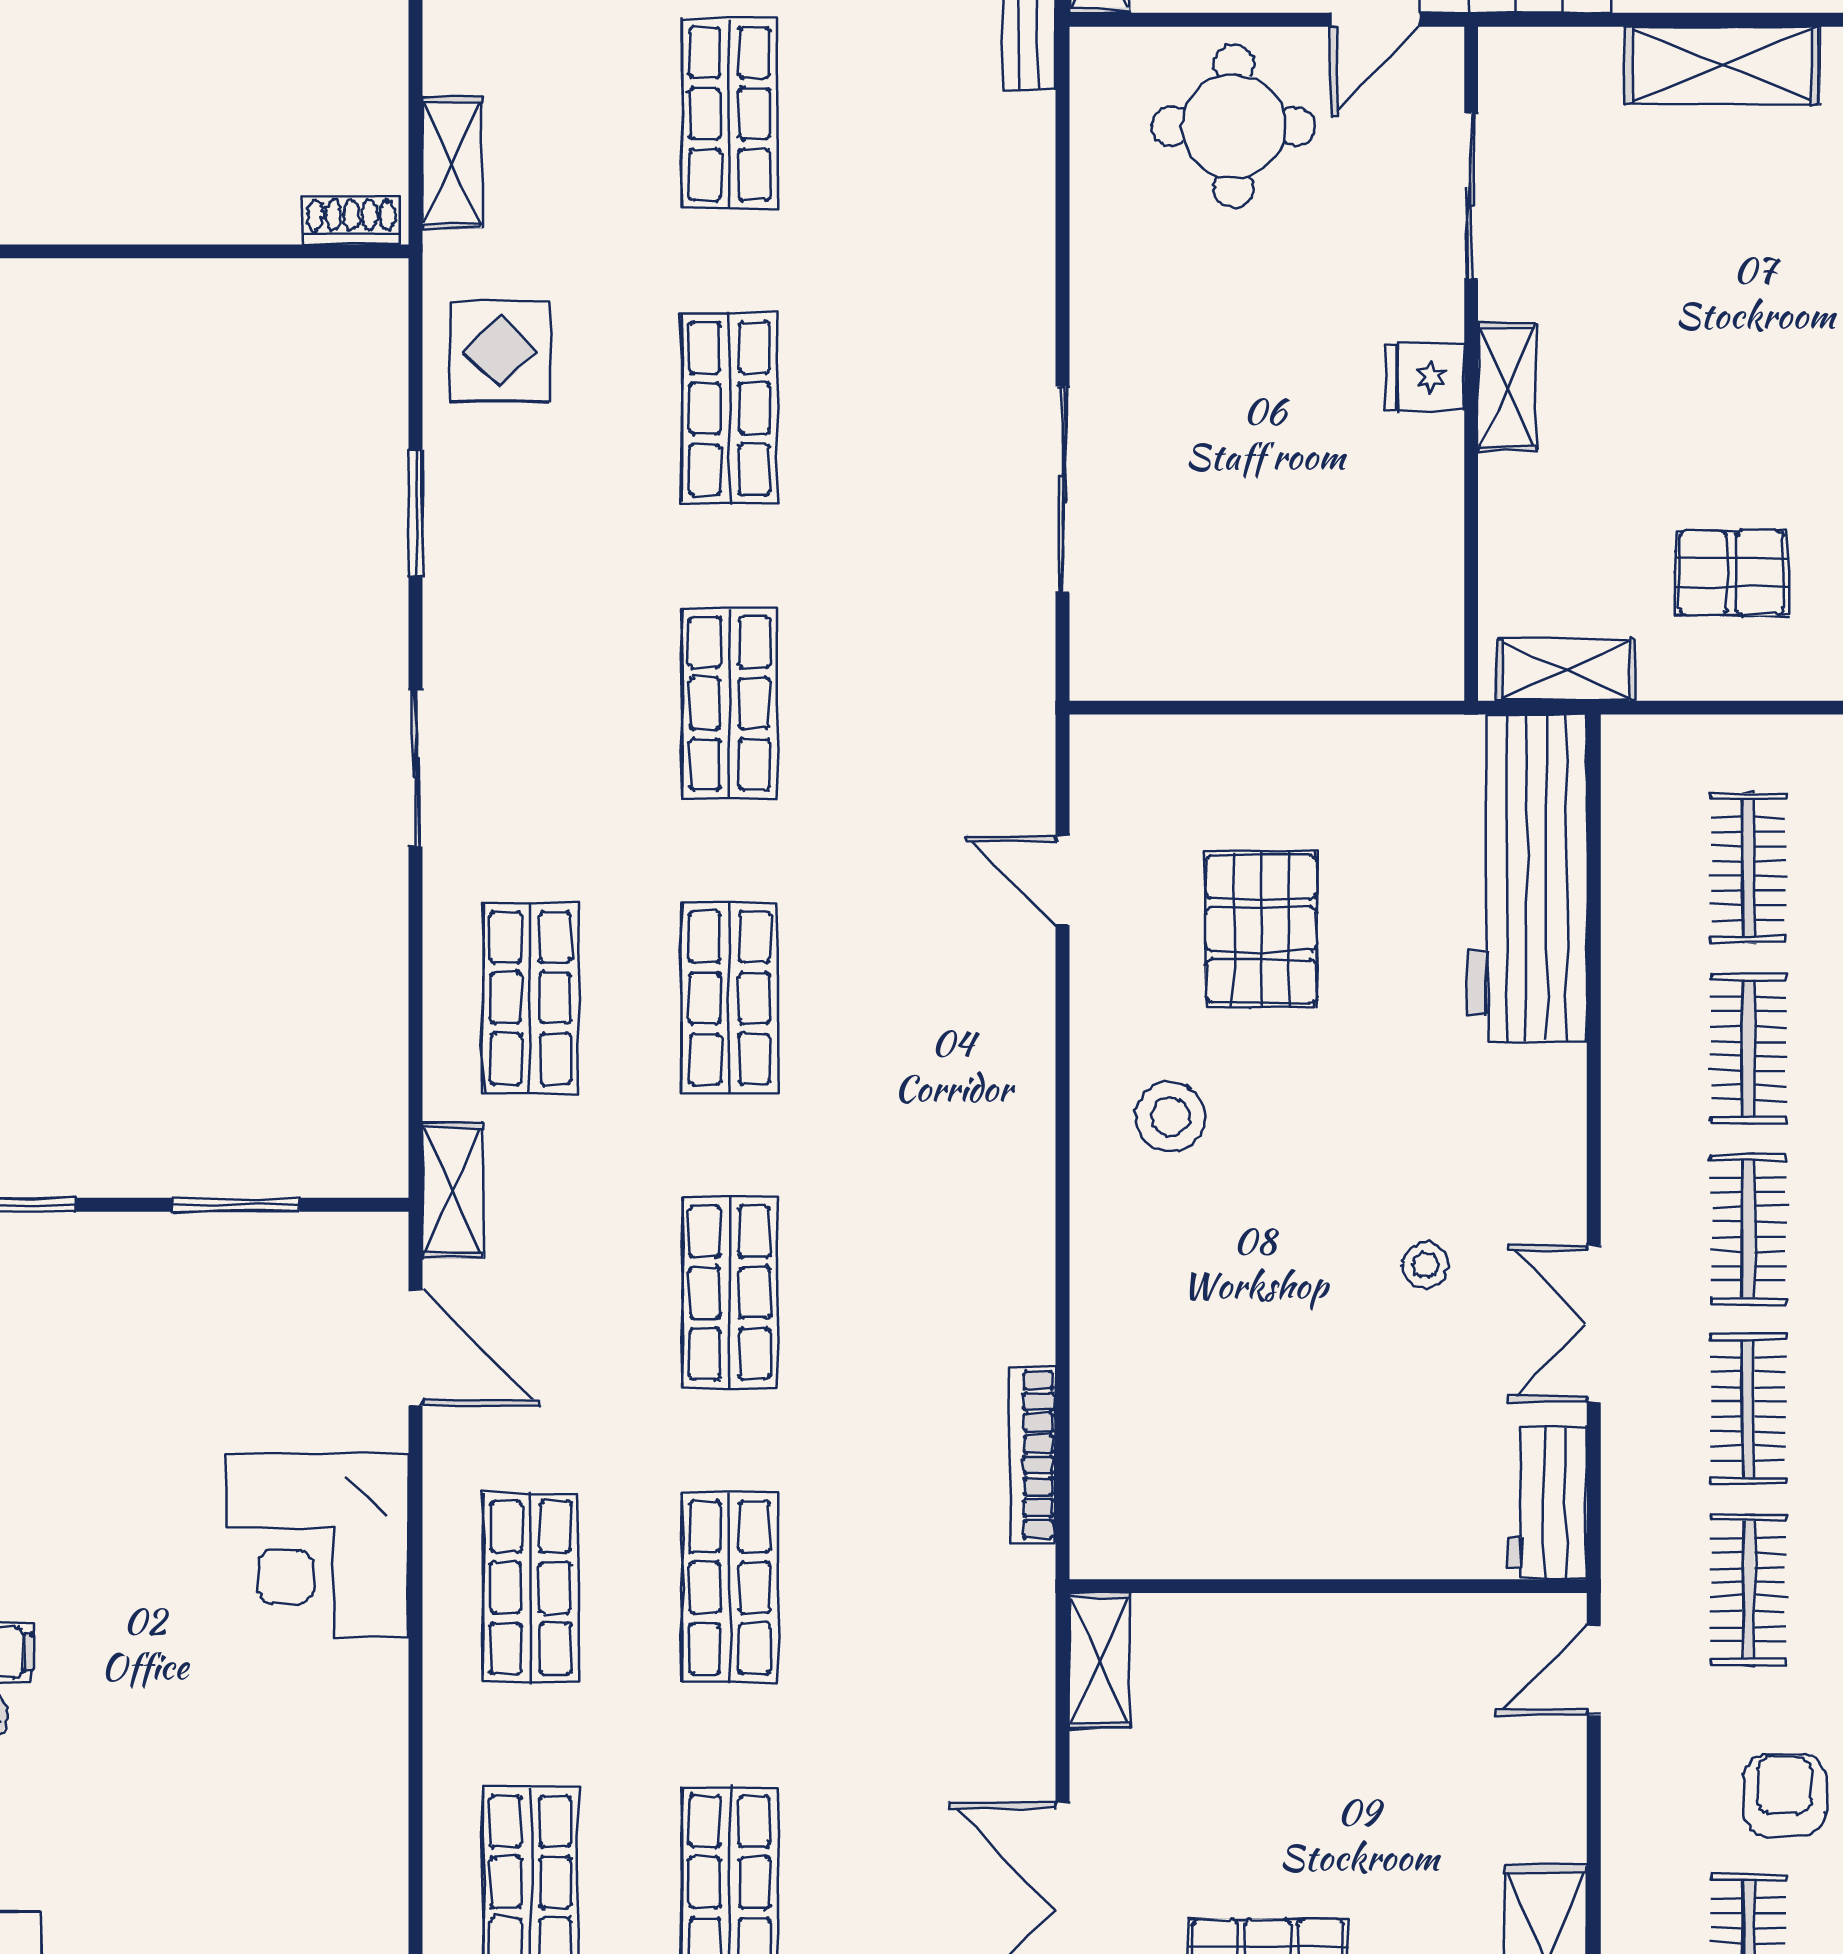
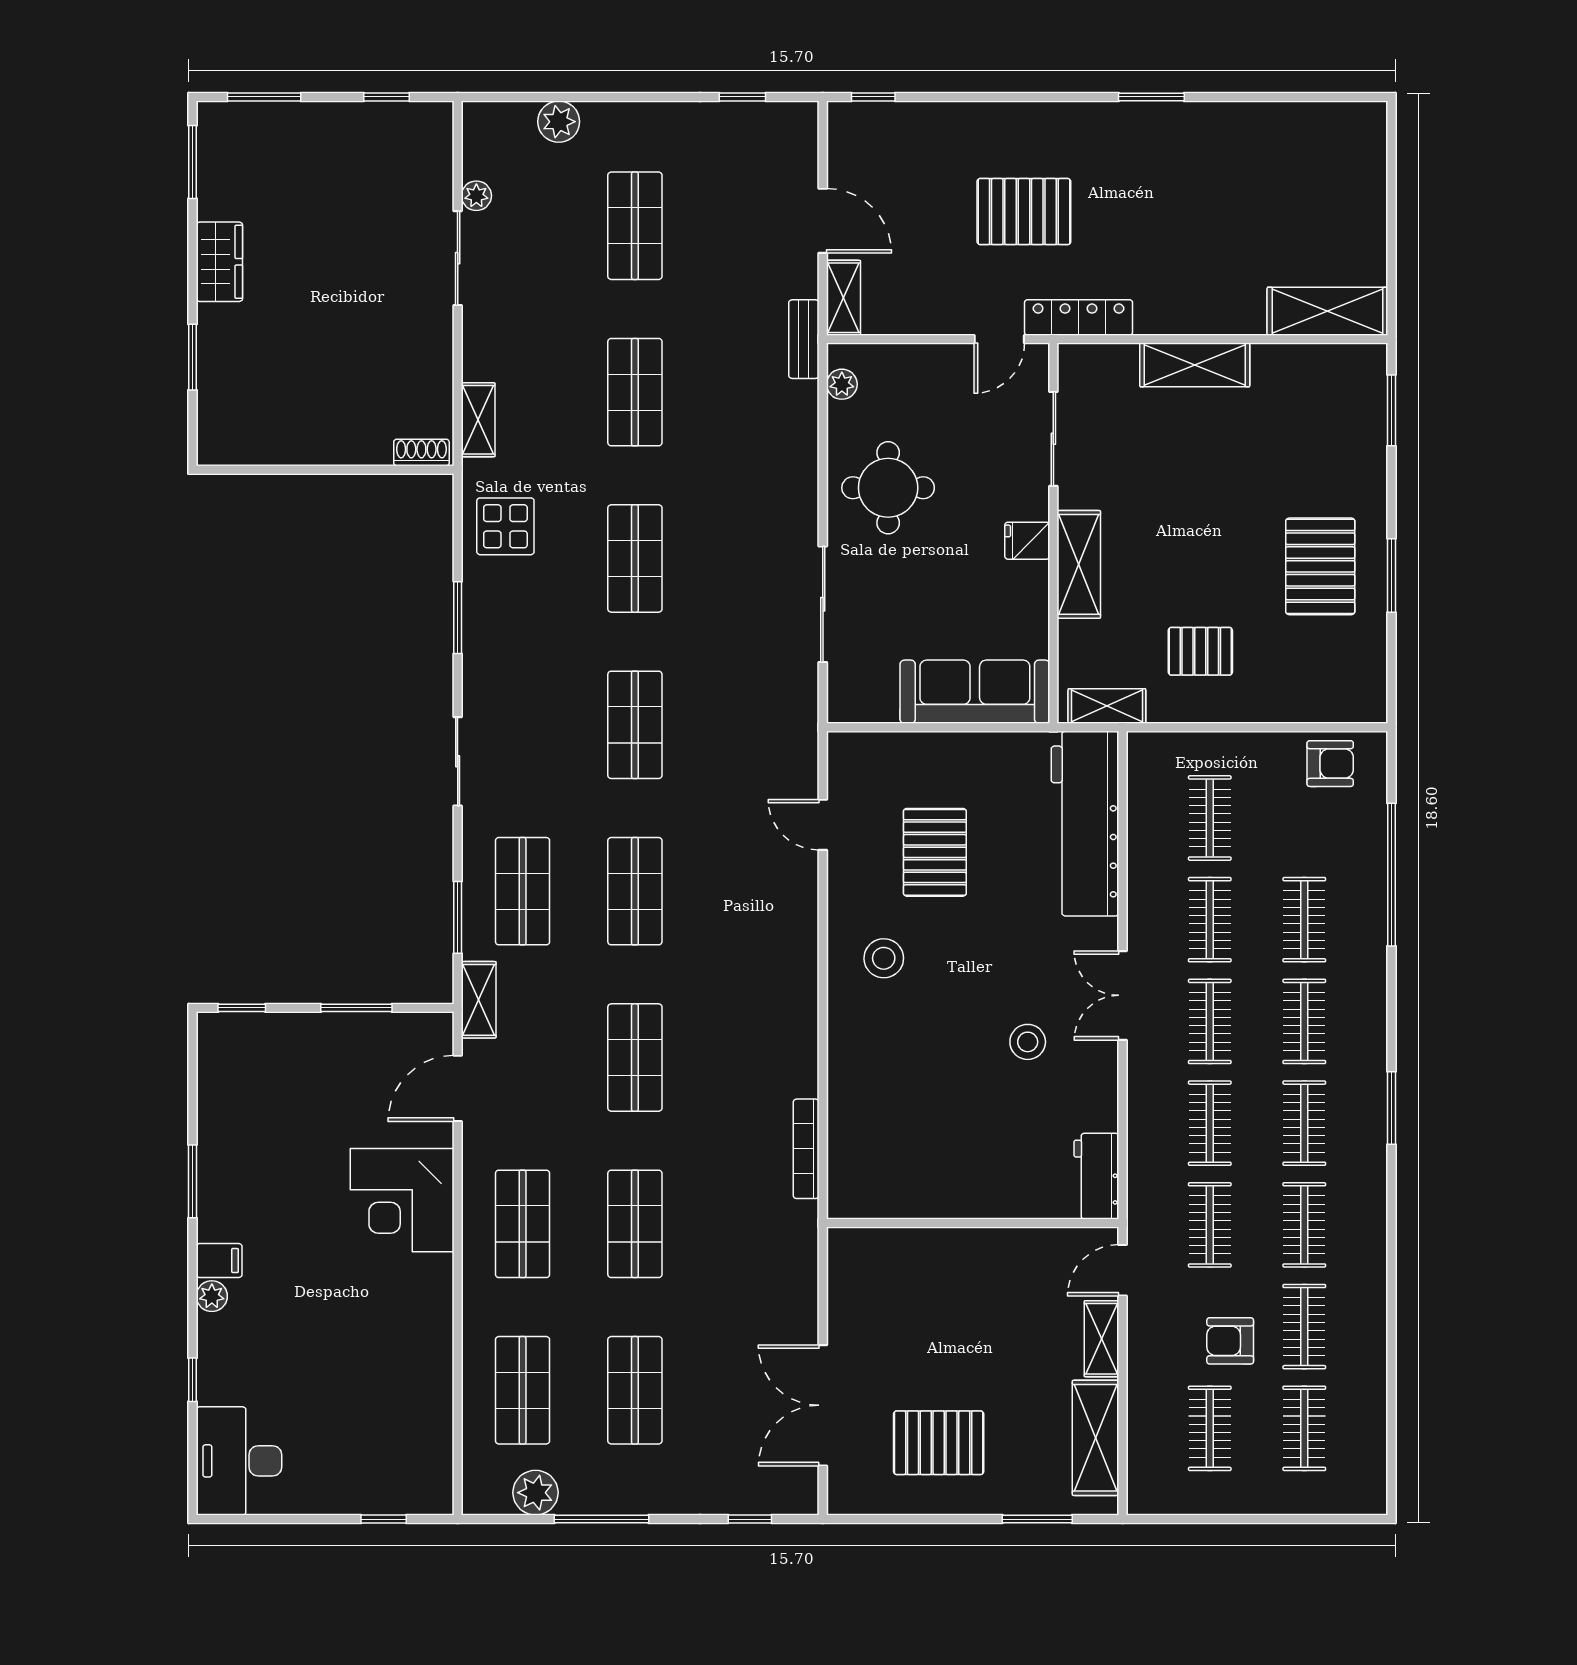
plant: (1096, 100) -> (842, 384), added
round table: (1234, 126) -> (888, 488), moved
shelving: (1507, 387) -> (1079, 564), width x1.50, depth x1.33
sofa: (1332, 645) -> (975, 692), added
window: (416, 1044) -> (458, 917), added
stool: (1426, 1265) -> (1028, 1042), width x1.37, depth x1.37
double door: (1594, 1324) -> (1123, 995), moved
door: (416, 1347) -> (458, 1088), swing flipped
shelving: (1100, 1661) -> (1102, 1339), moved
armchair: (1784, 1795) -> (1230, 1341), turned -90

